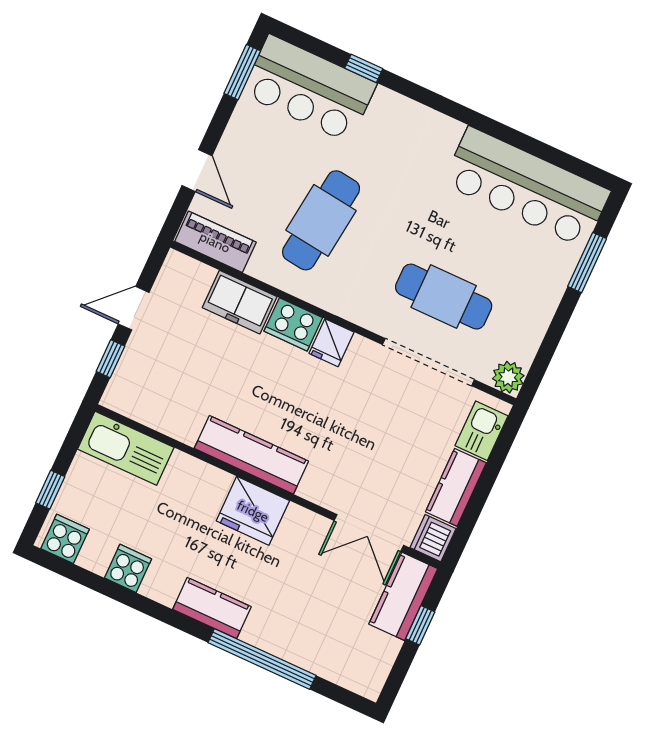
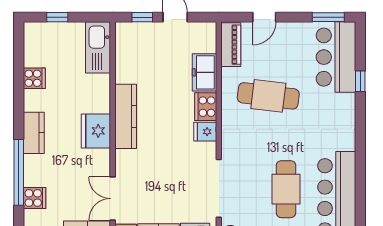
cafe table: (444, 297) -> (286, 189), moved
cooker: (65, 539) -> (35, 198), moved

